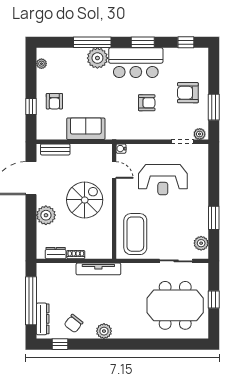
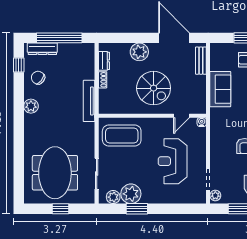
plant: (198, 224) -> (131, 194), added

